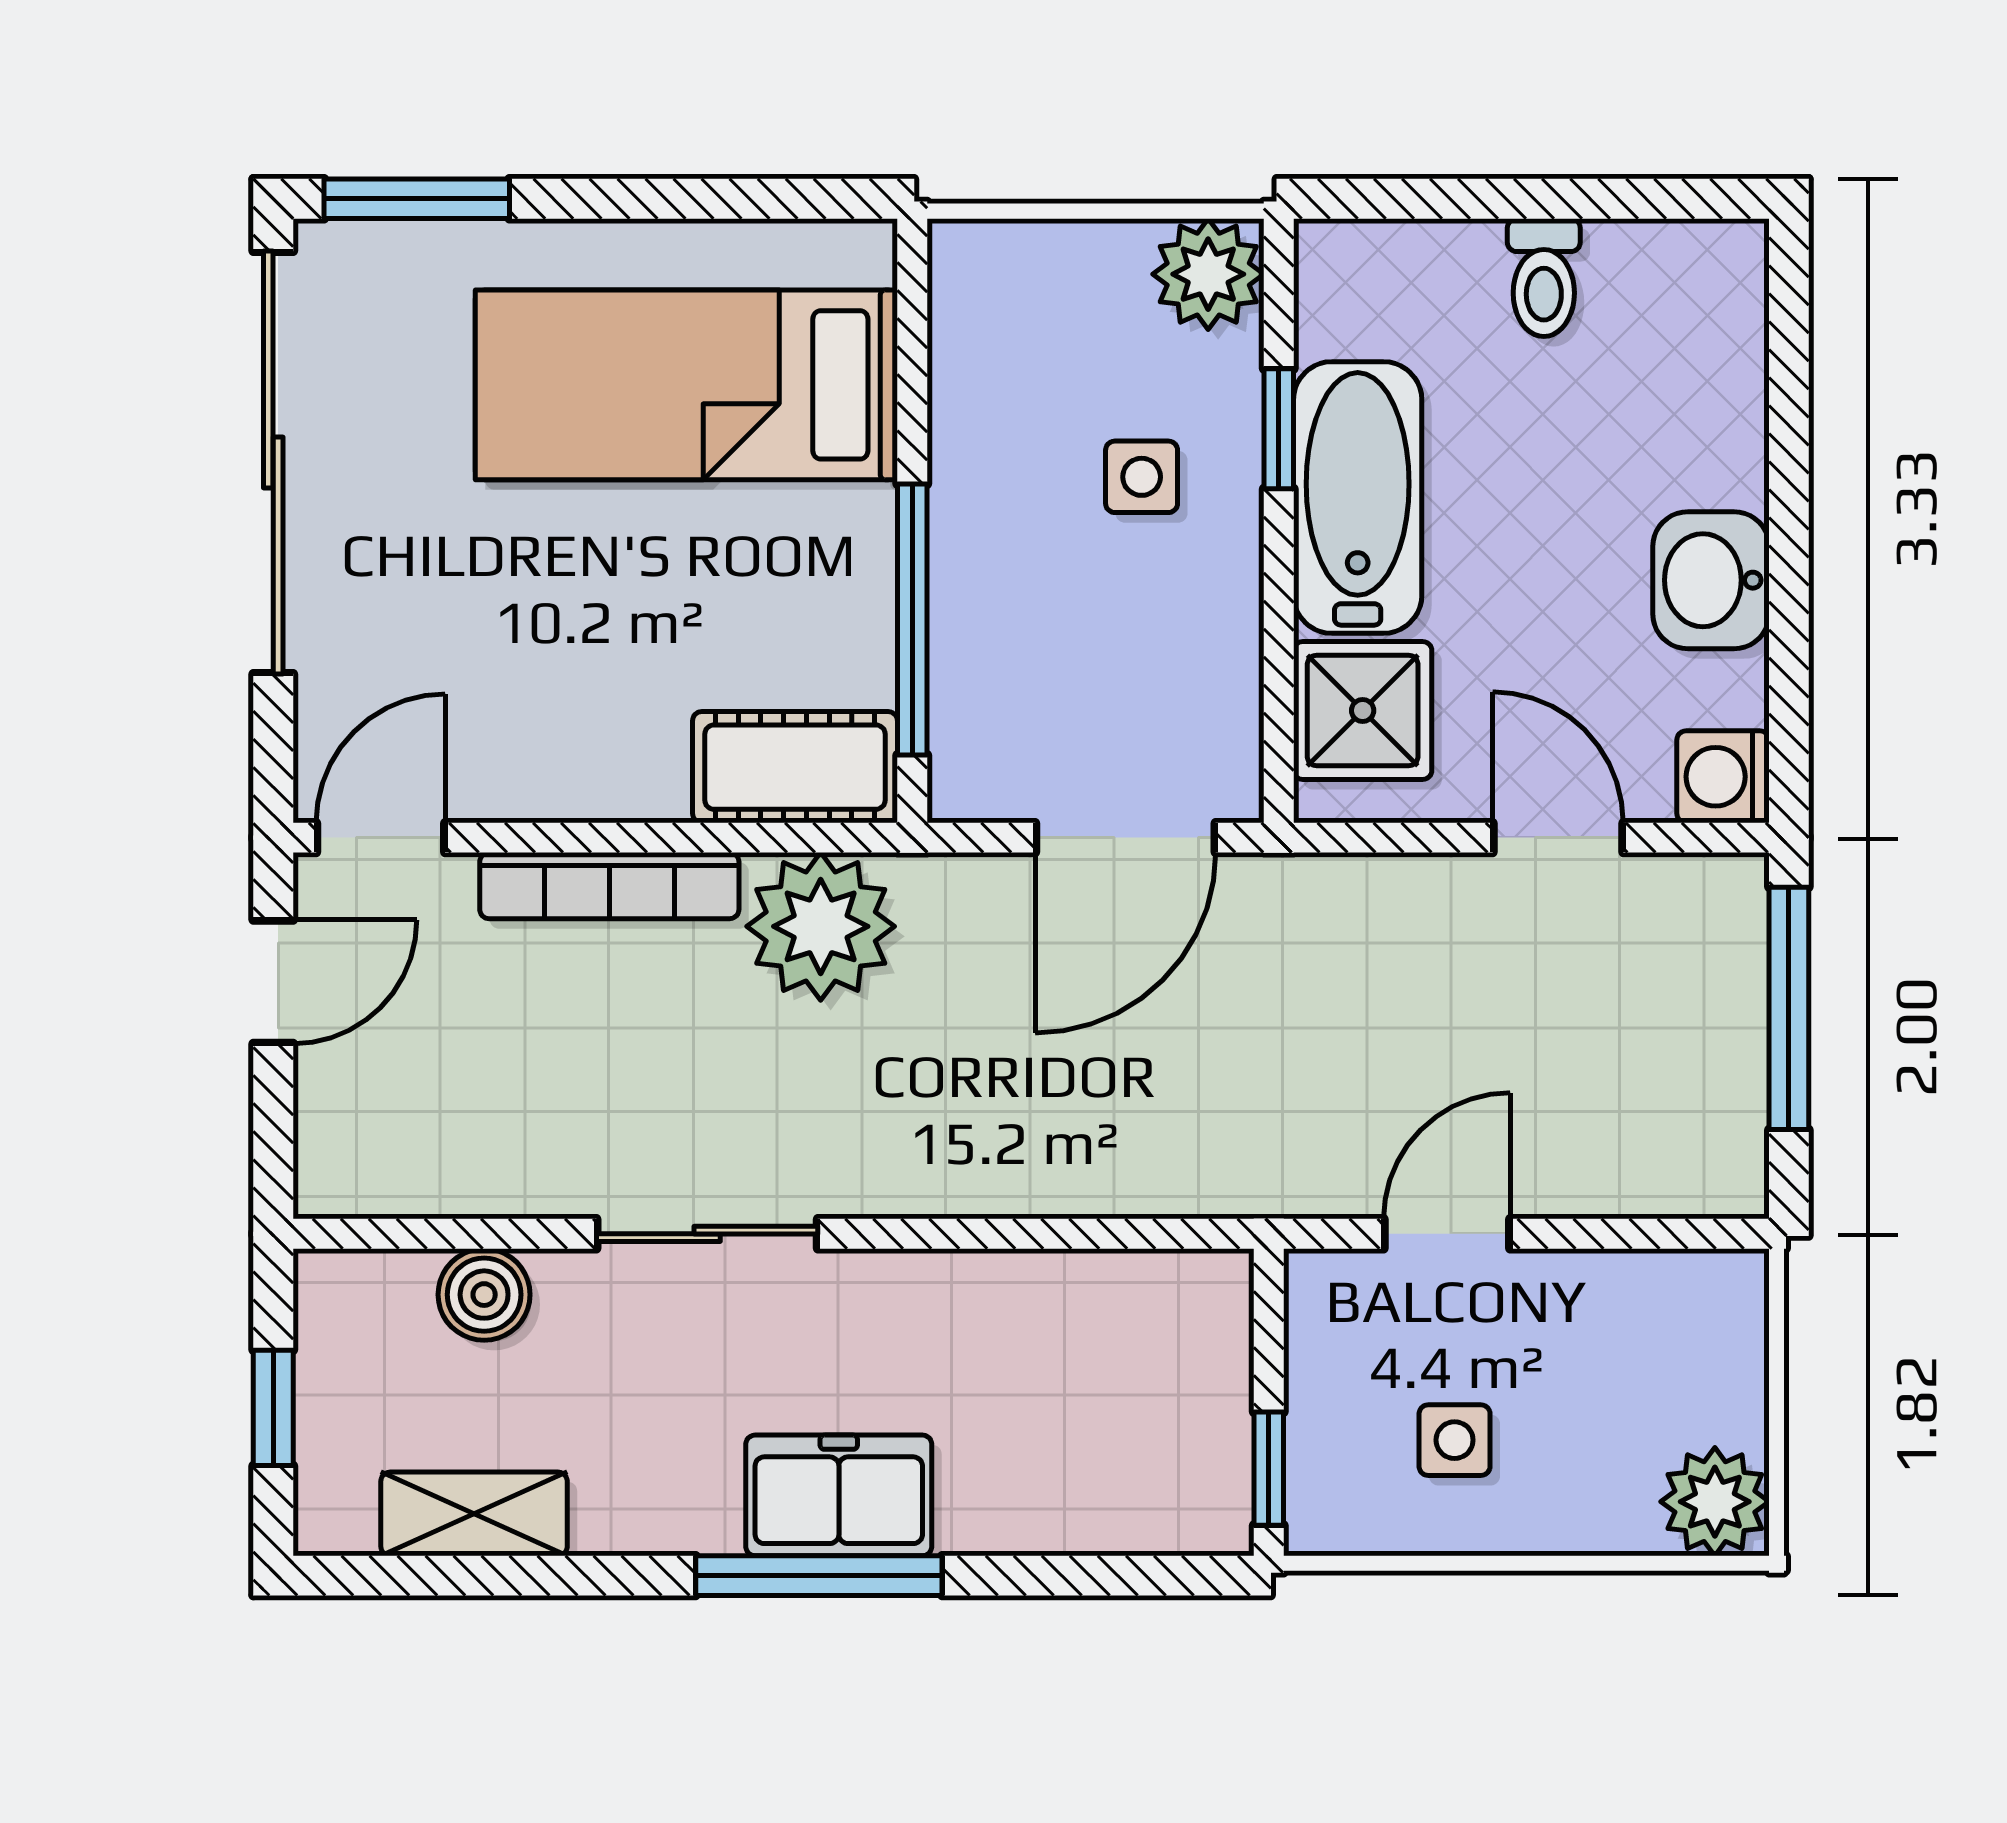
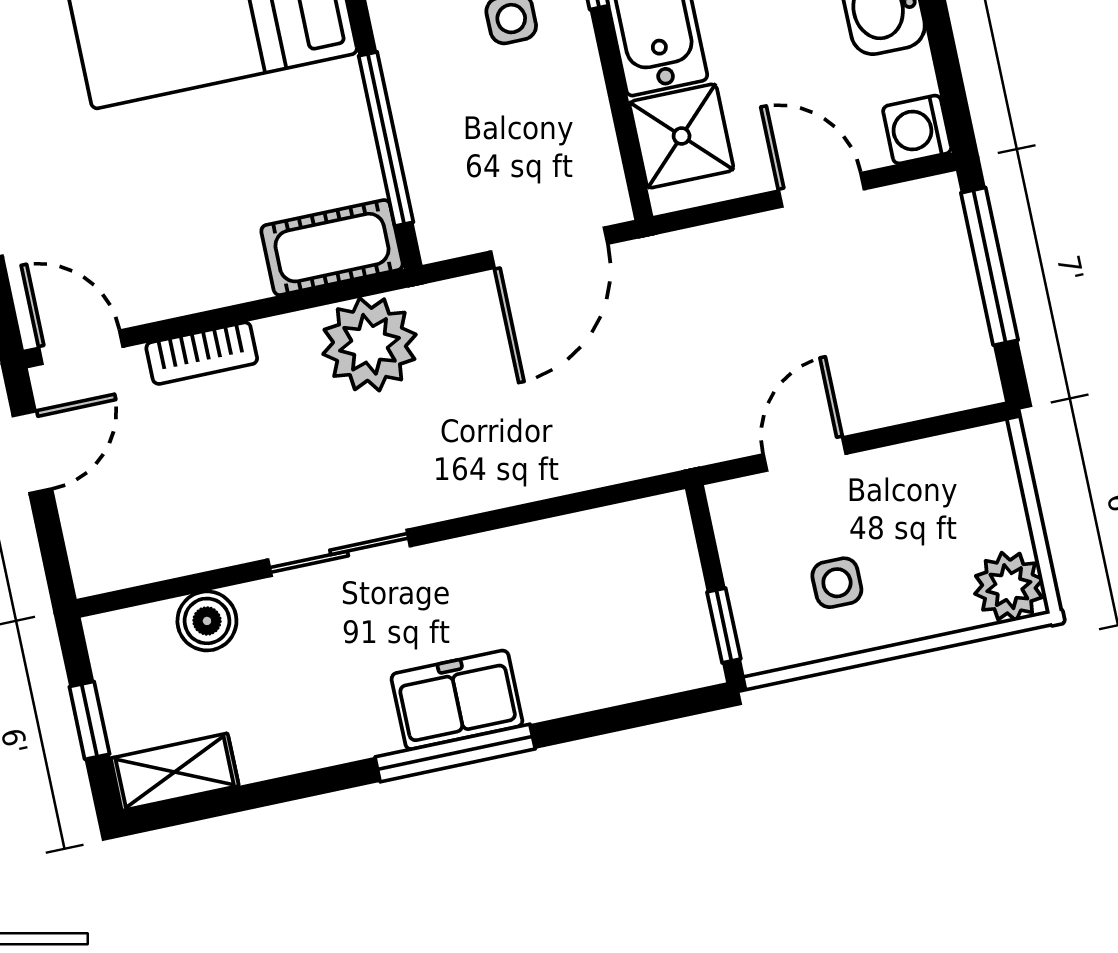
door: (381, 838) -> (81, 347), hinge flipped
bookcase: (609, 886) -> (202, 353), width x0.64
shelving: (474, 1514) -> (175, 772), moved

